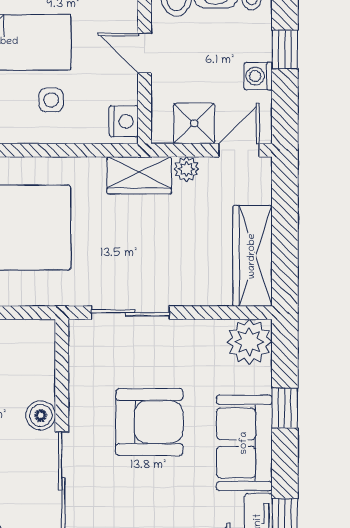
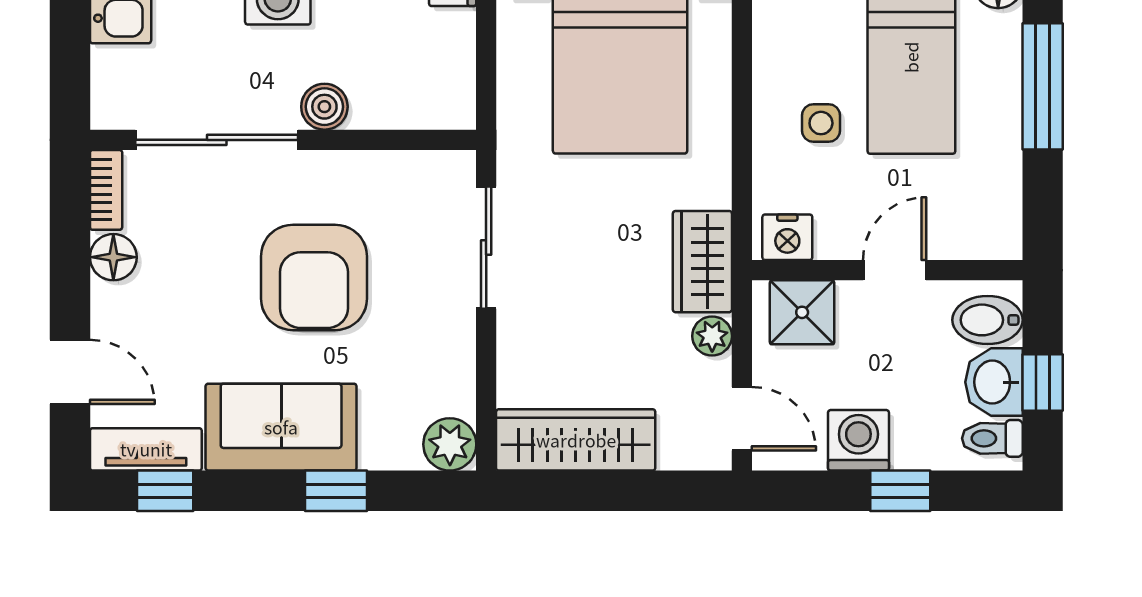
washing machine: (258, 76) -> (858, 440), width x1.38, depth x1.38
shower: (194, 123) -> (802, 312), moved
plant: (249, 342) -> (450, 444), width x0.73, depth x0.73

